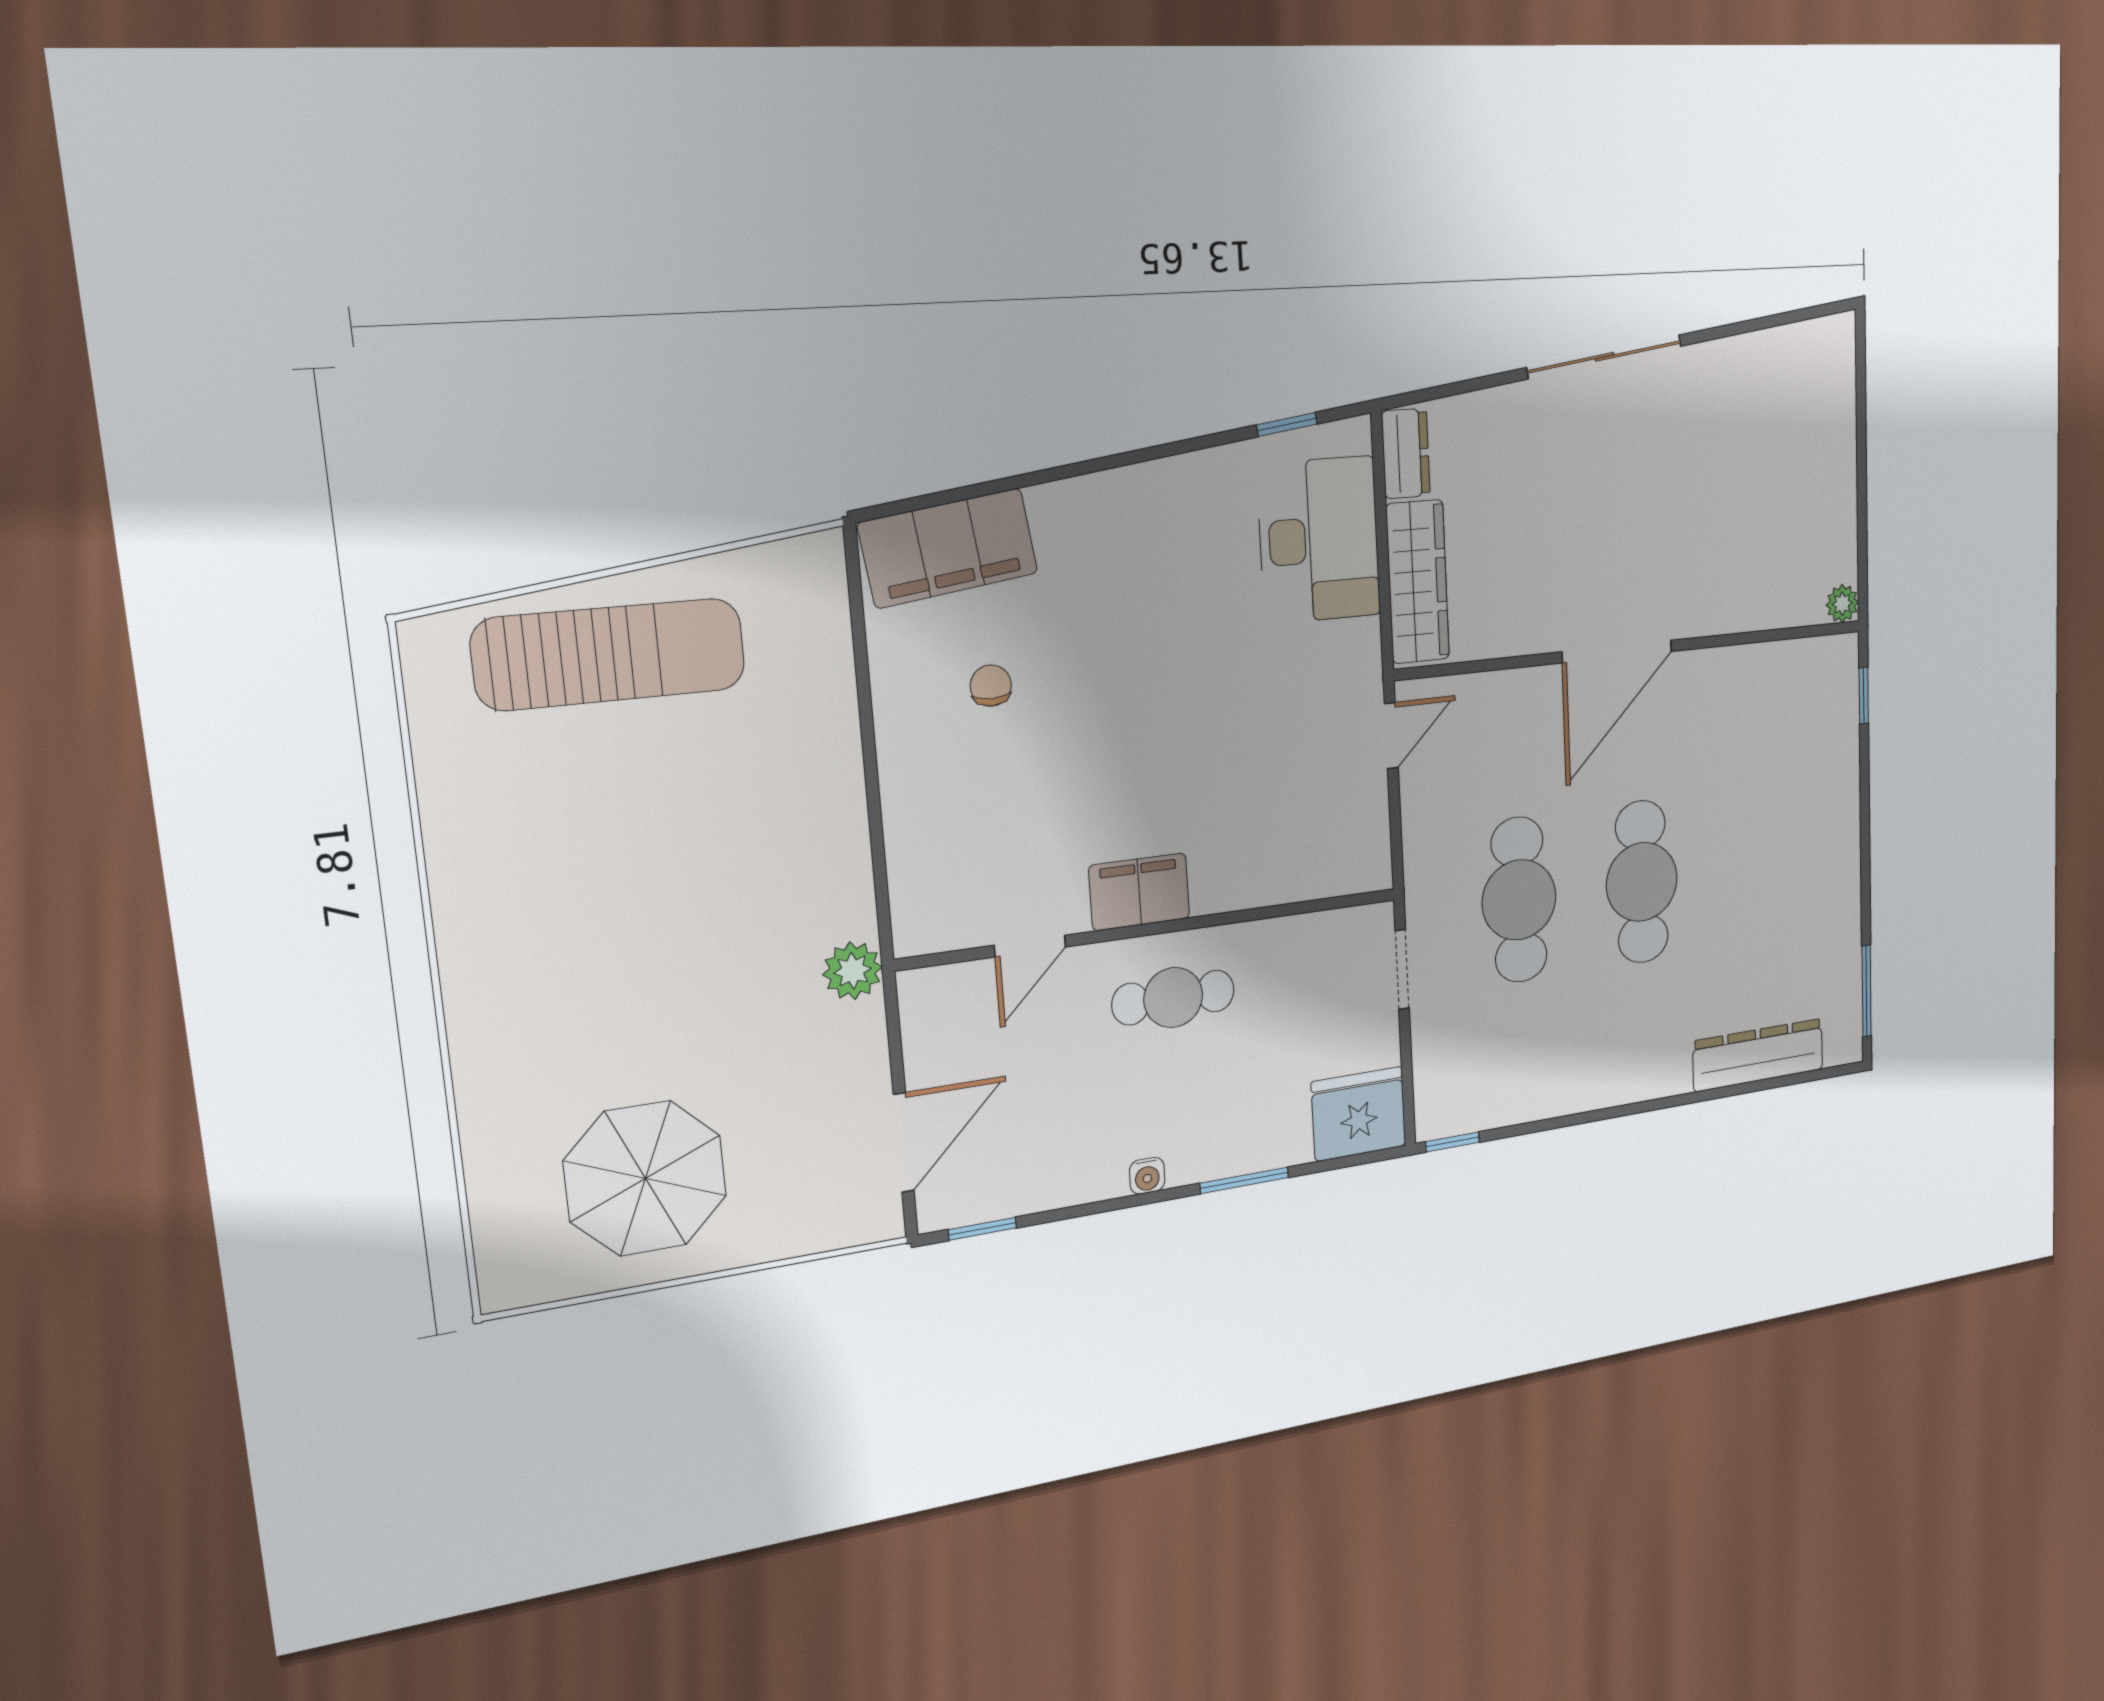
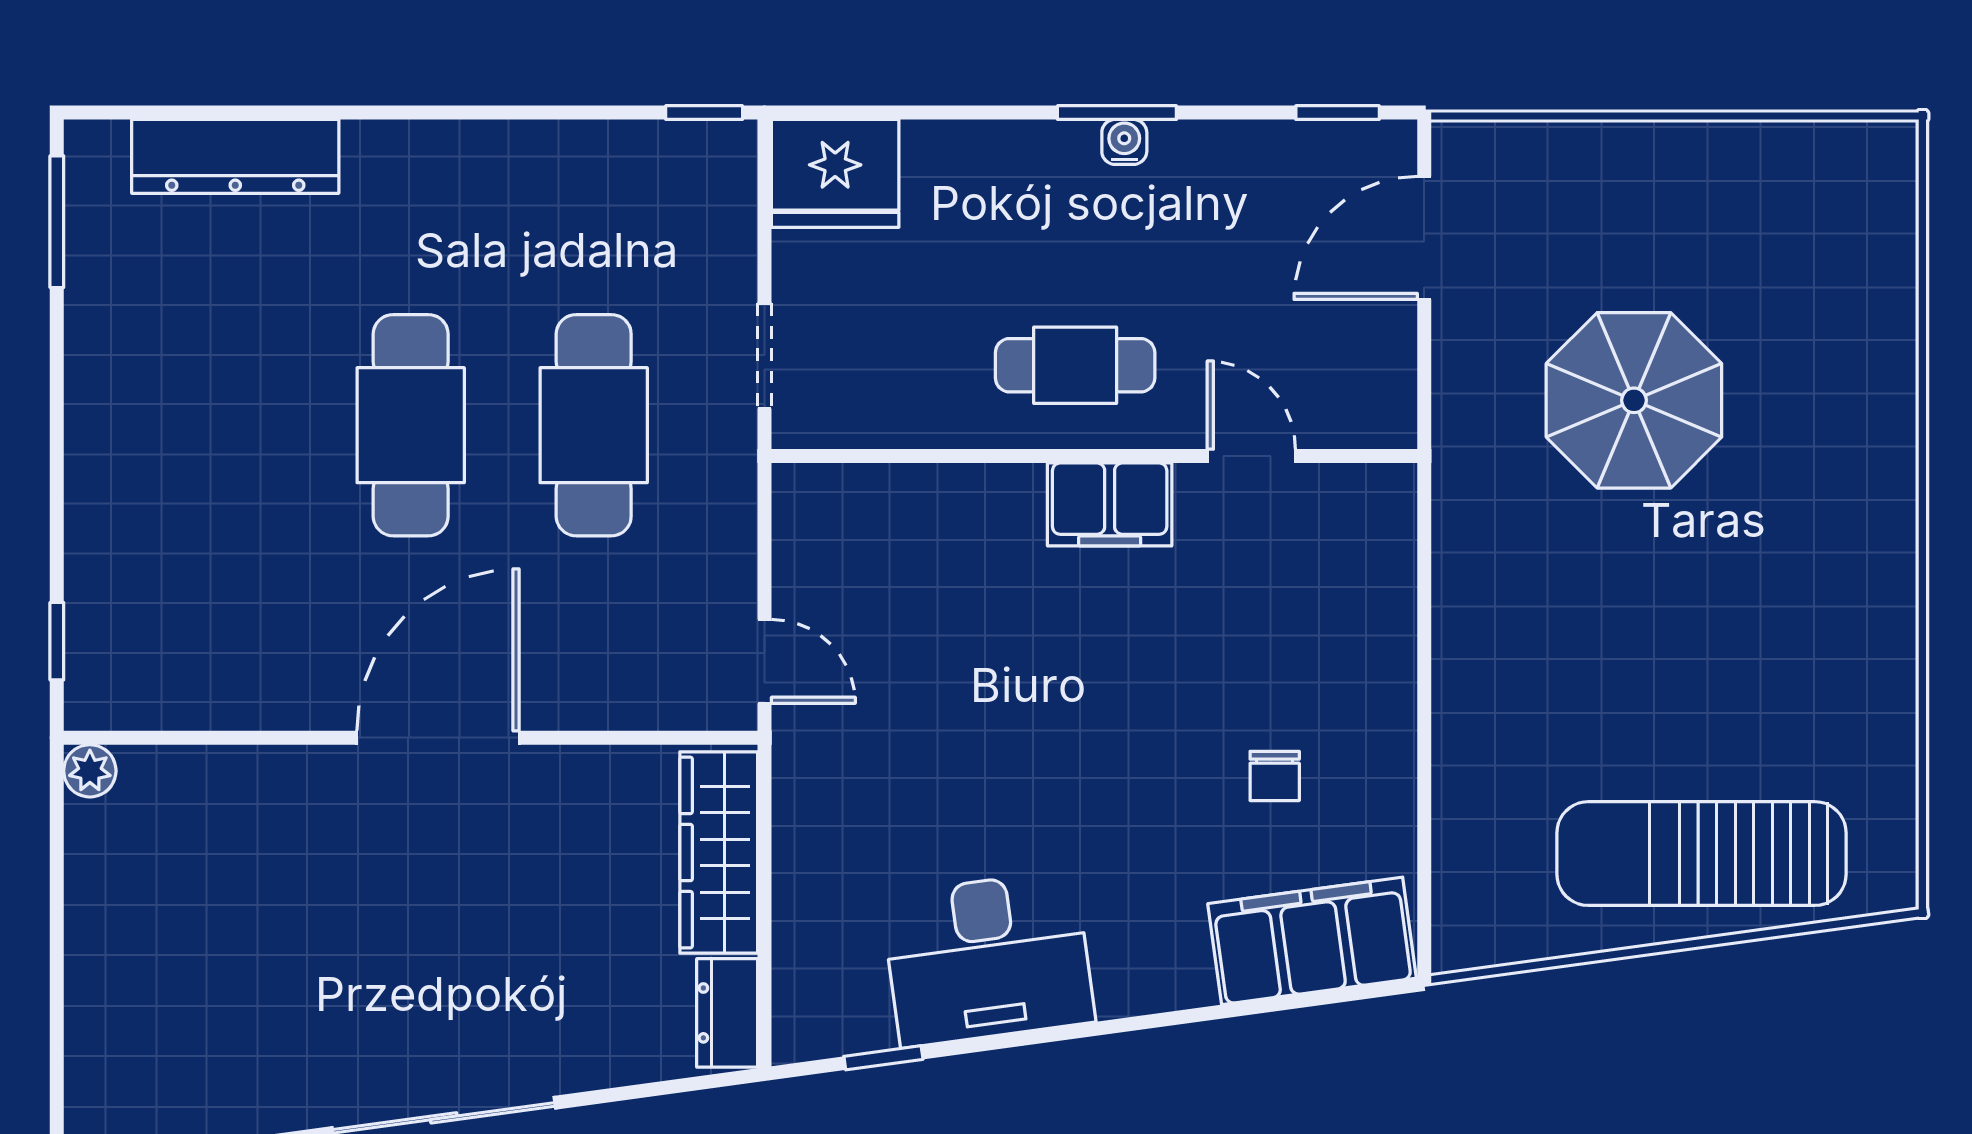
desk: (1319, 540) -> (988, 958), moved, turned -98
door: (1391, 736) -> (765, 661), swing flipped
door: (1030, 946) -> (1251, 456), hinge flipped
plant: (853, 971) -> (1466, 457), removed
parasol: (645, 1178) -> (1634, 400), moved
window: (1244, 1180) -> (1117, 113), moved

